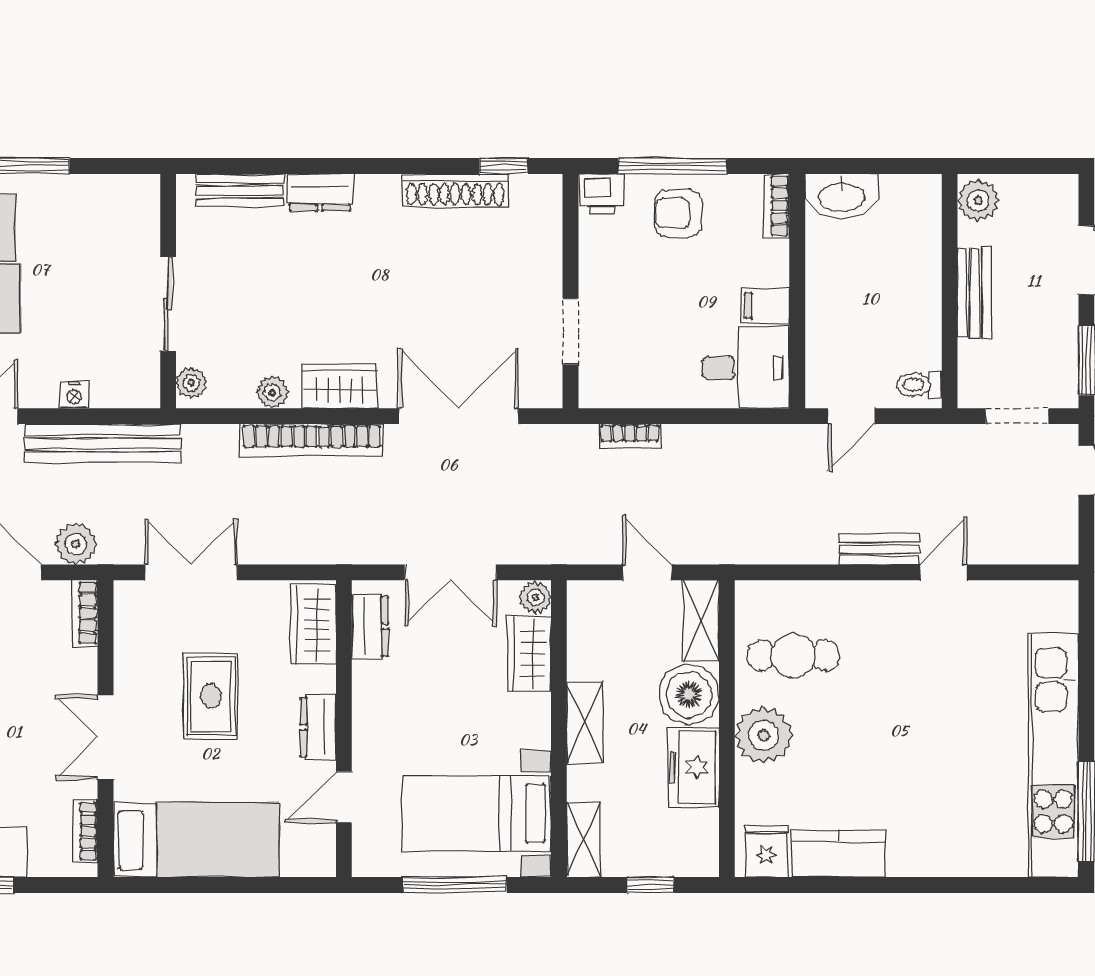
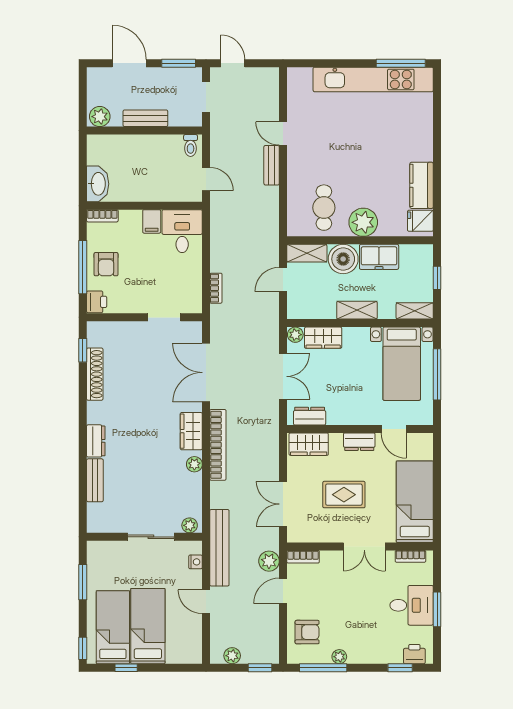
wall: (168, 291) -> (144, 537), moved
sliding door: (168, 304) -> (151, 537), moved
plant: (191, 383) -> (190, 525), moved

